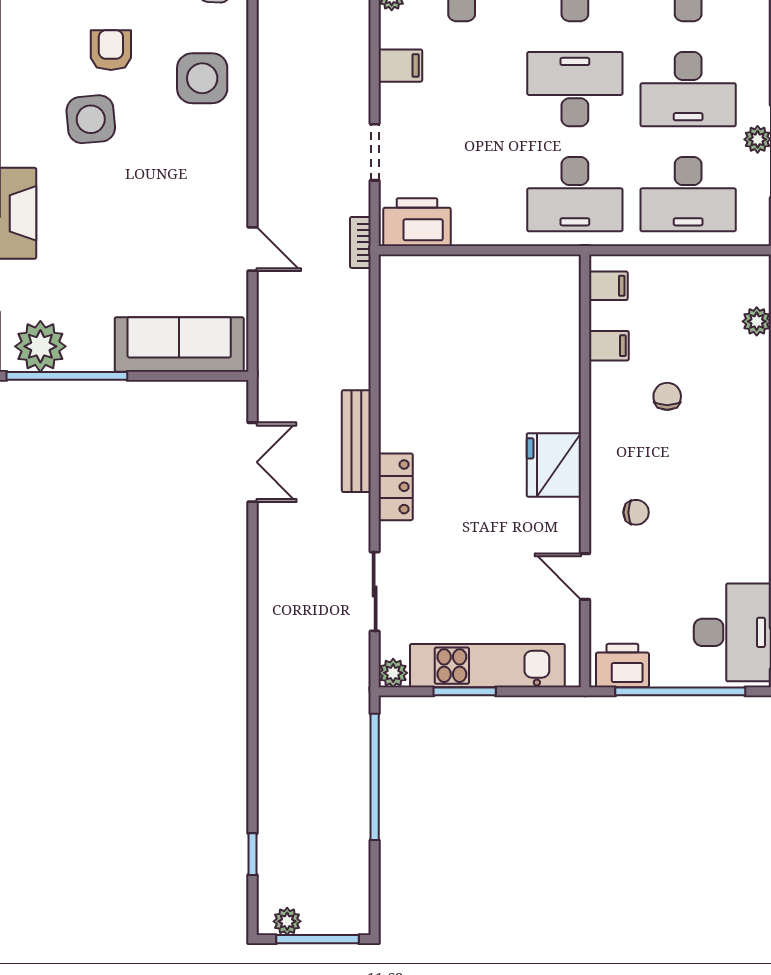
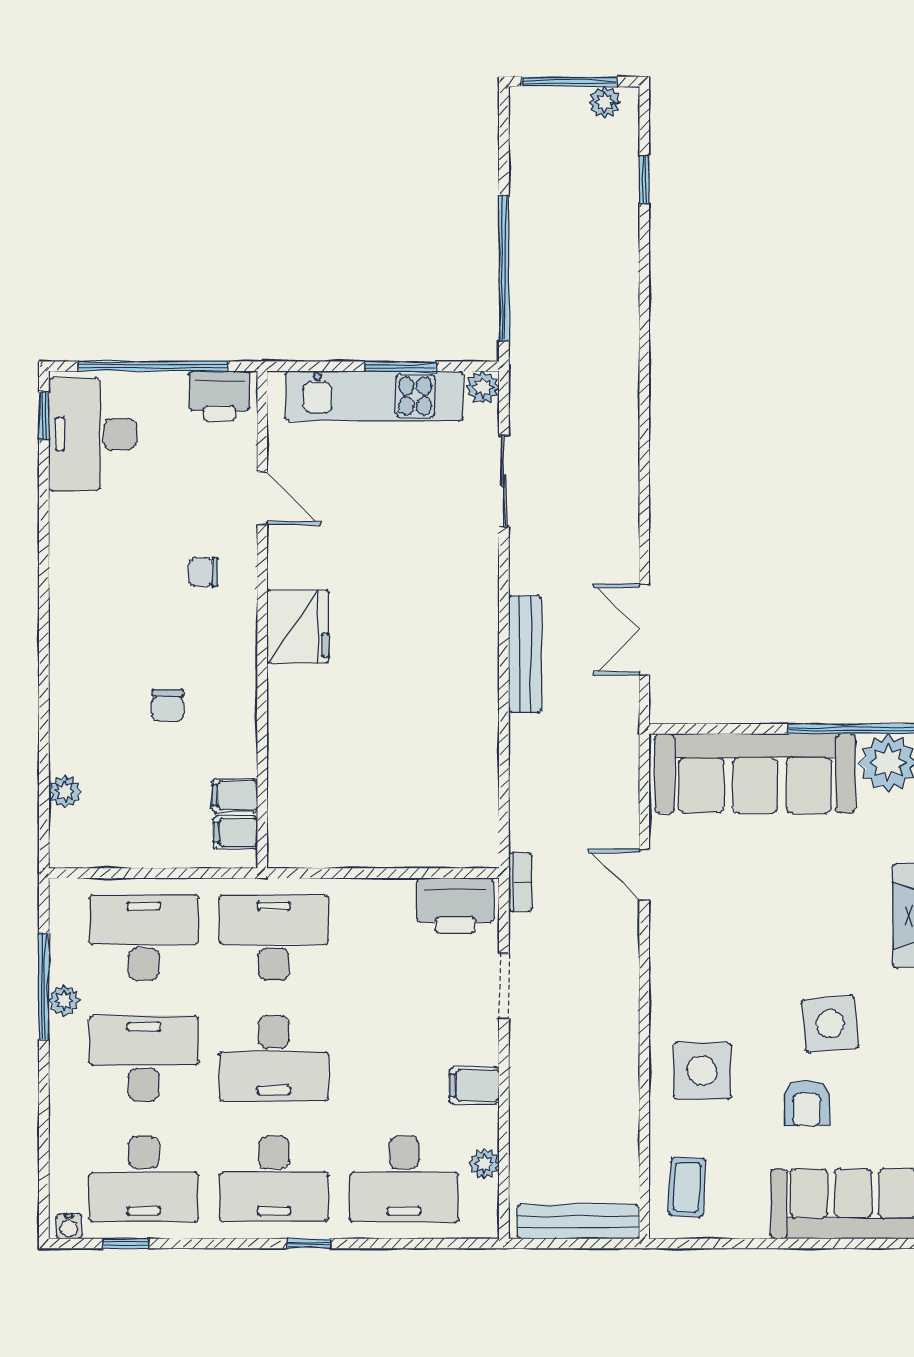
sofa: (179, 344) -> (755, 773), width x1.36, depth x1.27
filing cabinet: (609, 346) -> (235, 796), moved
locker: (396, 487) -> (480, 601), removed

